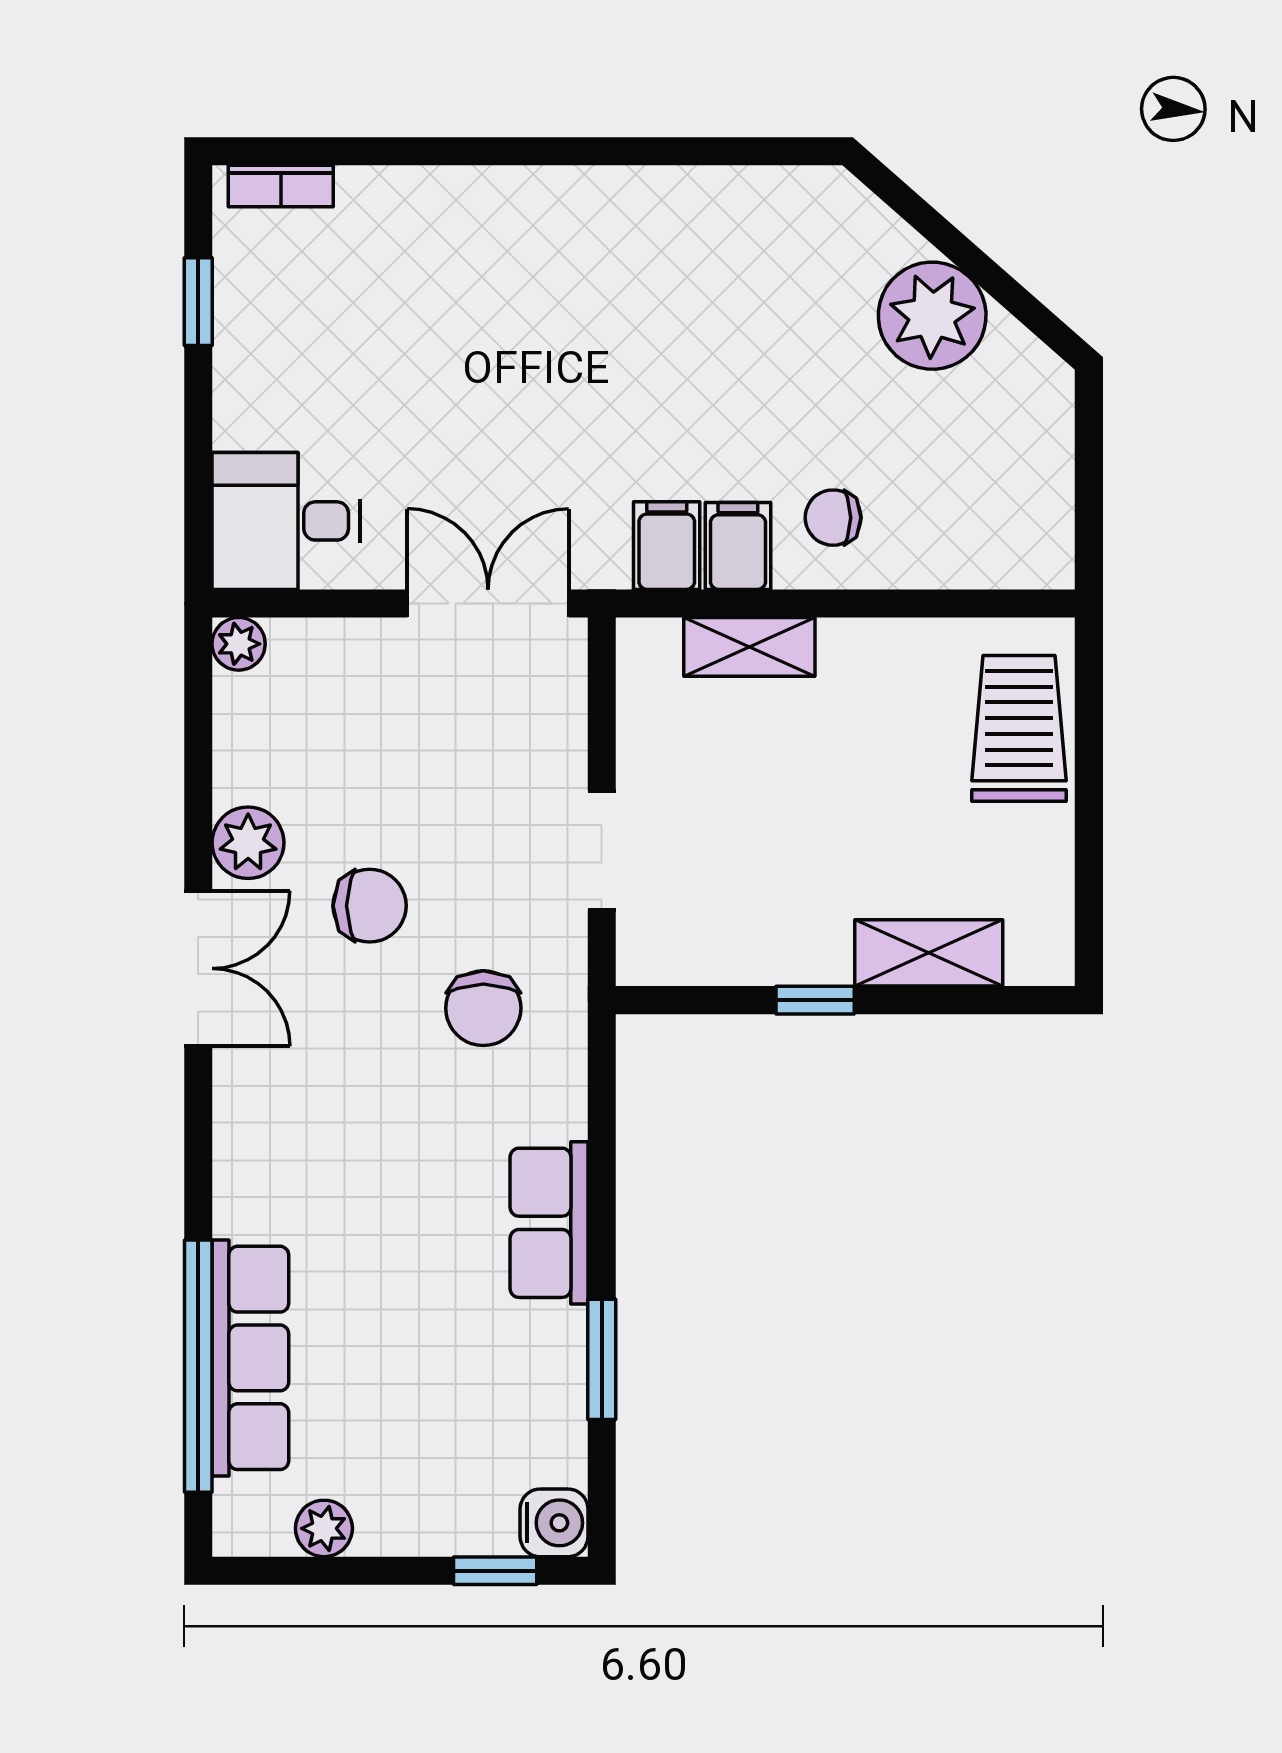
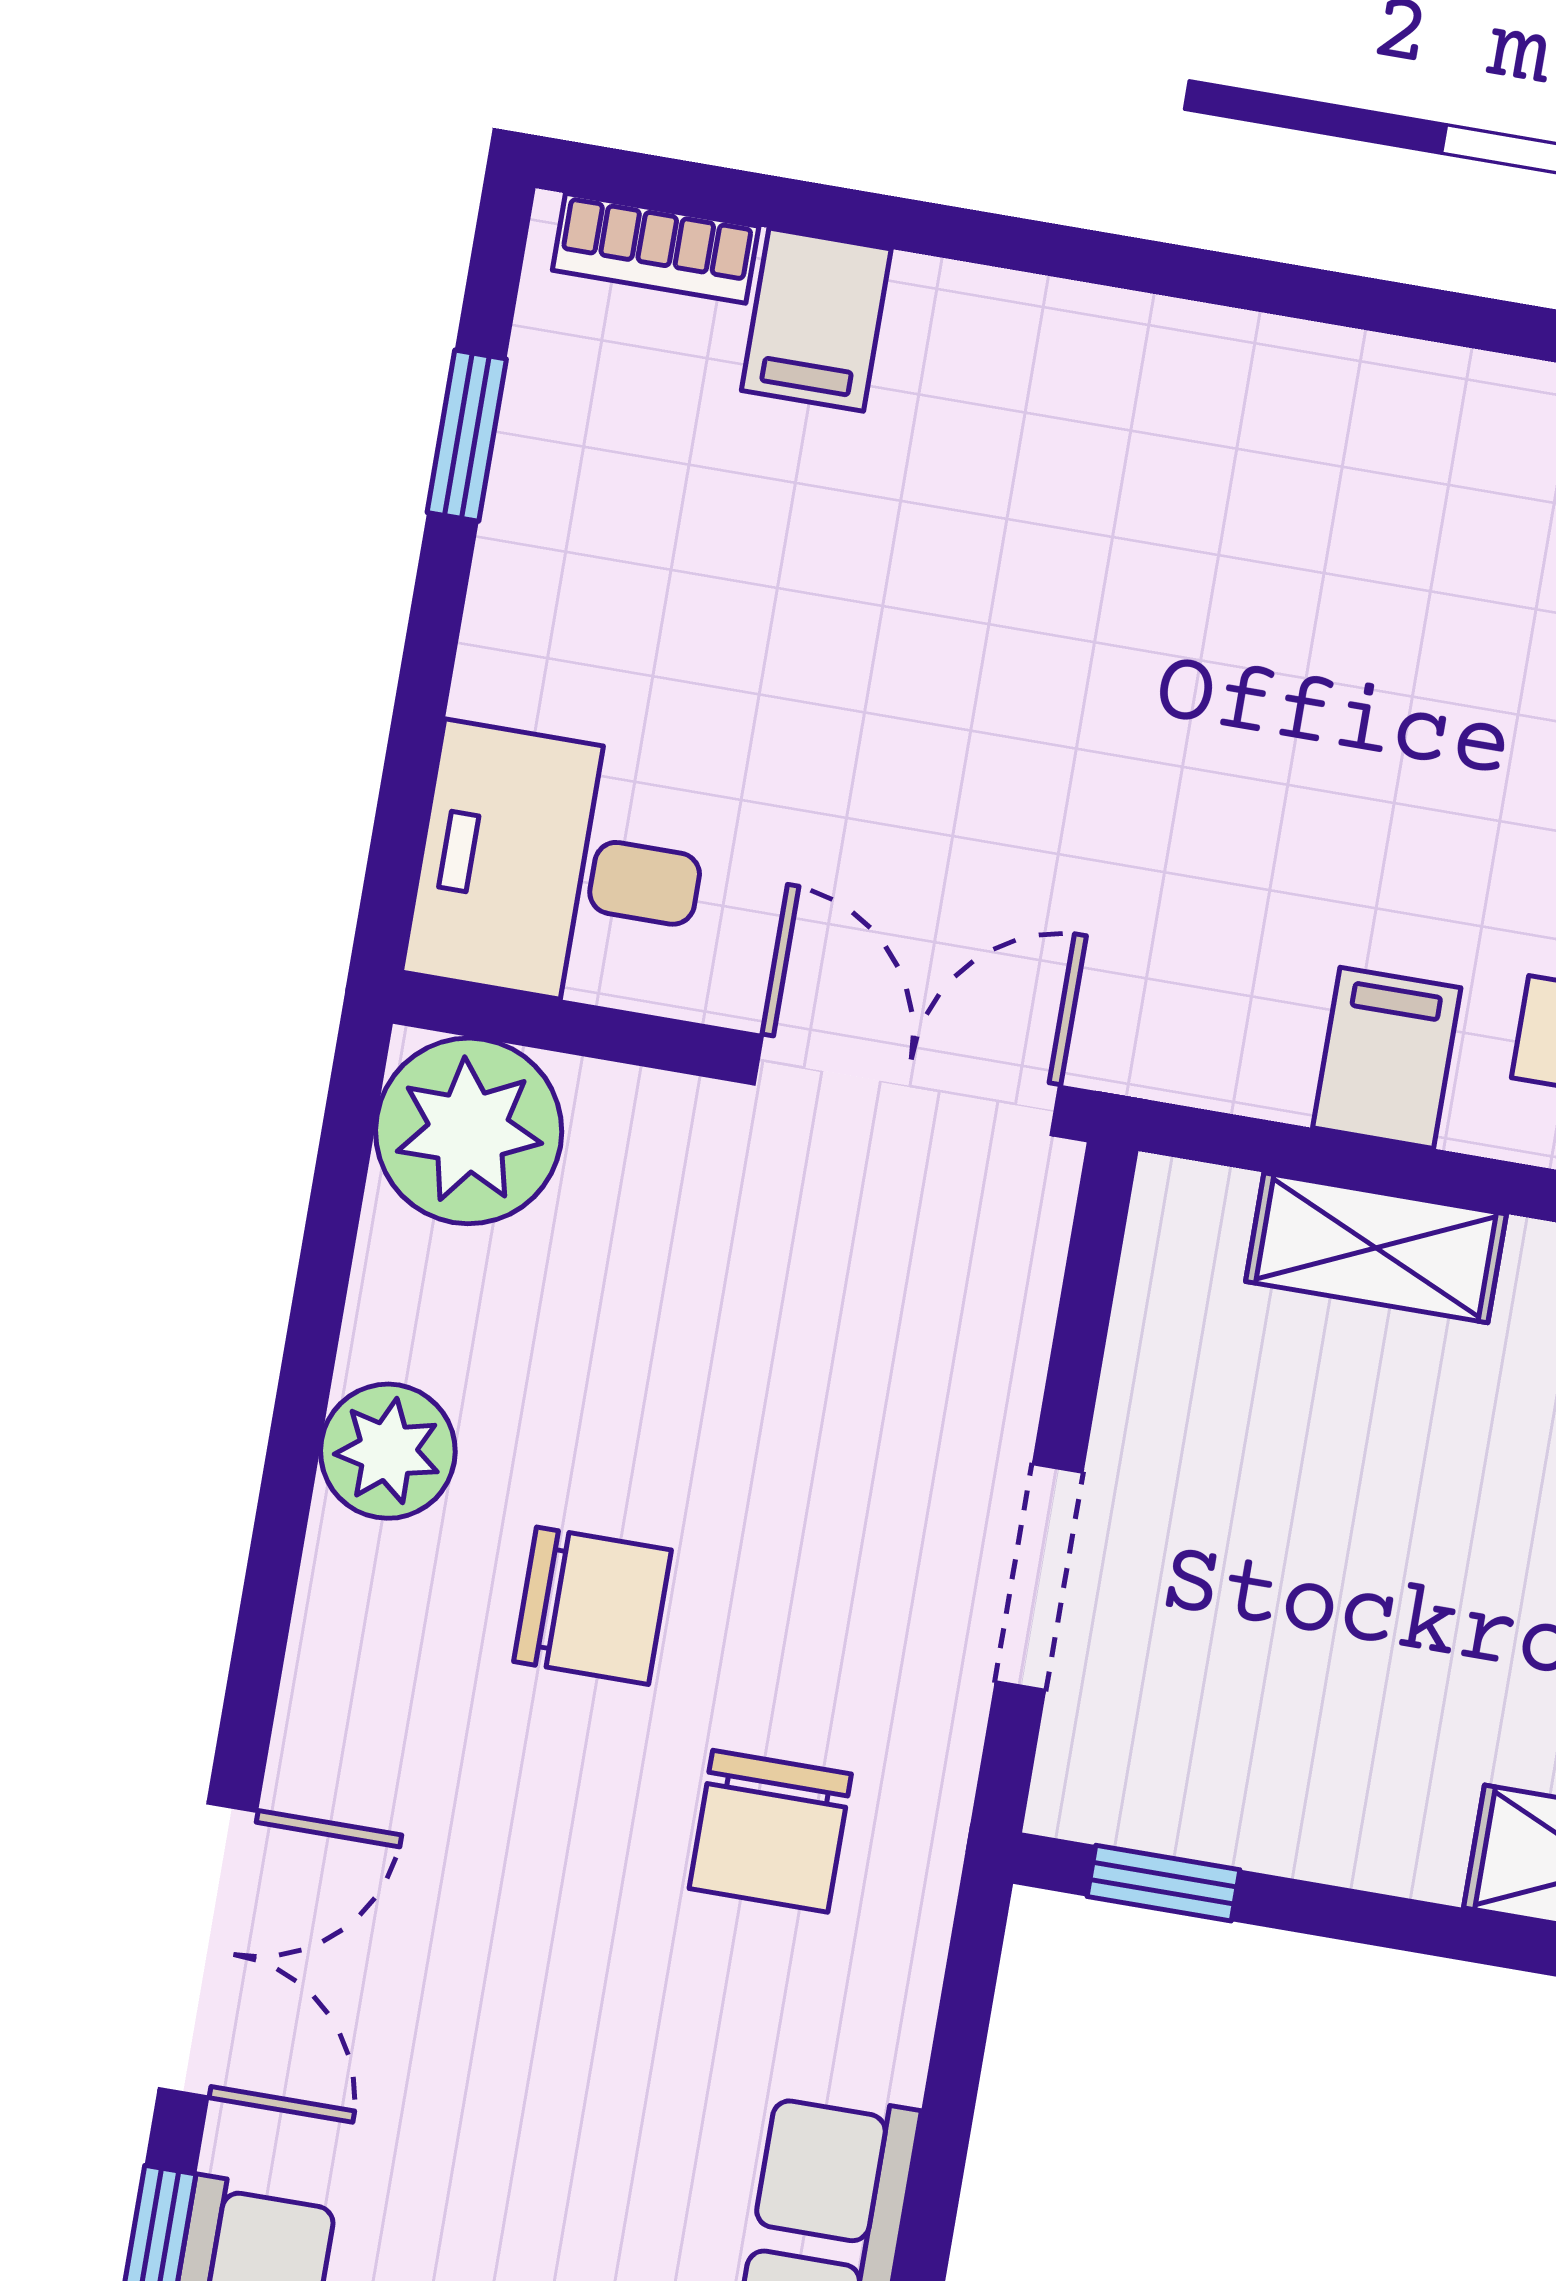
filing cabinet: (667, 546) -> (816, 320), moved, turned 180
plant: (239, 644) -> (469, 1131), width x1.88, depth x1.88
double door: (198, 968) -> (208, 1950), moved
window: (815, 1000) -> (1163, 1883), moved

